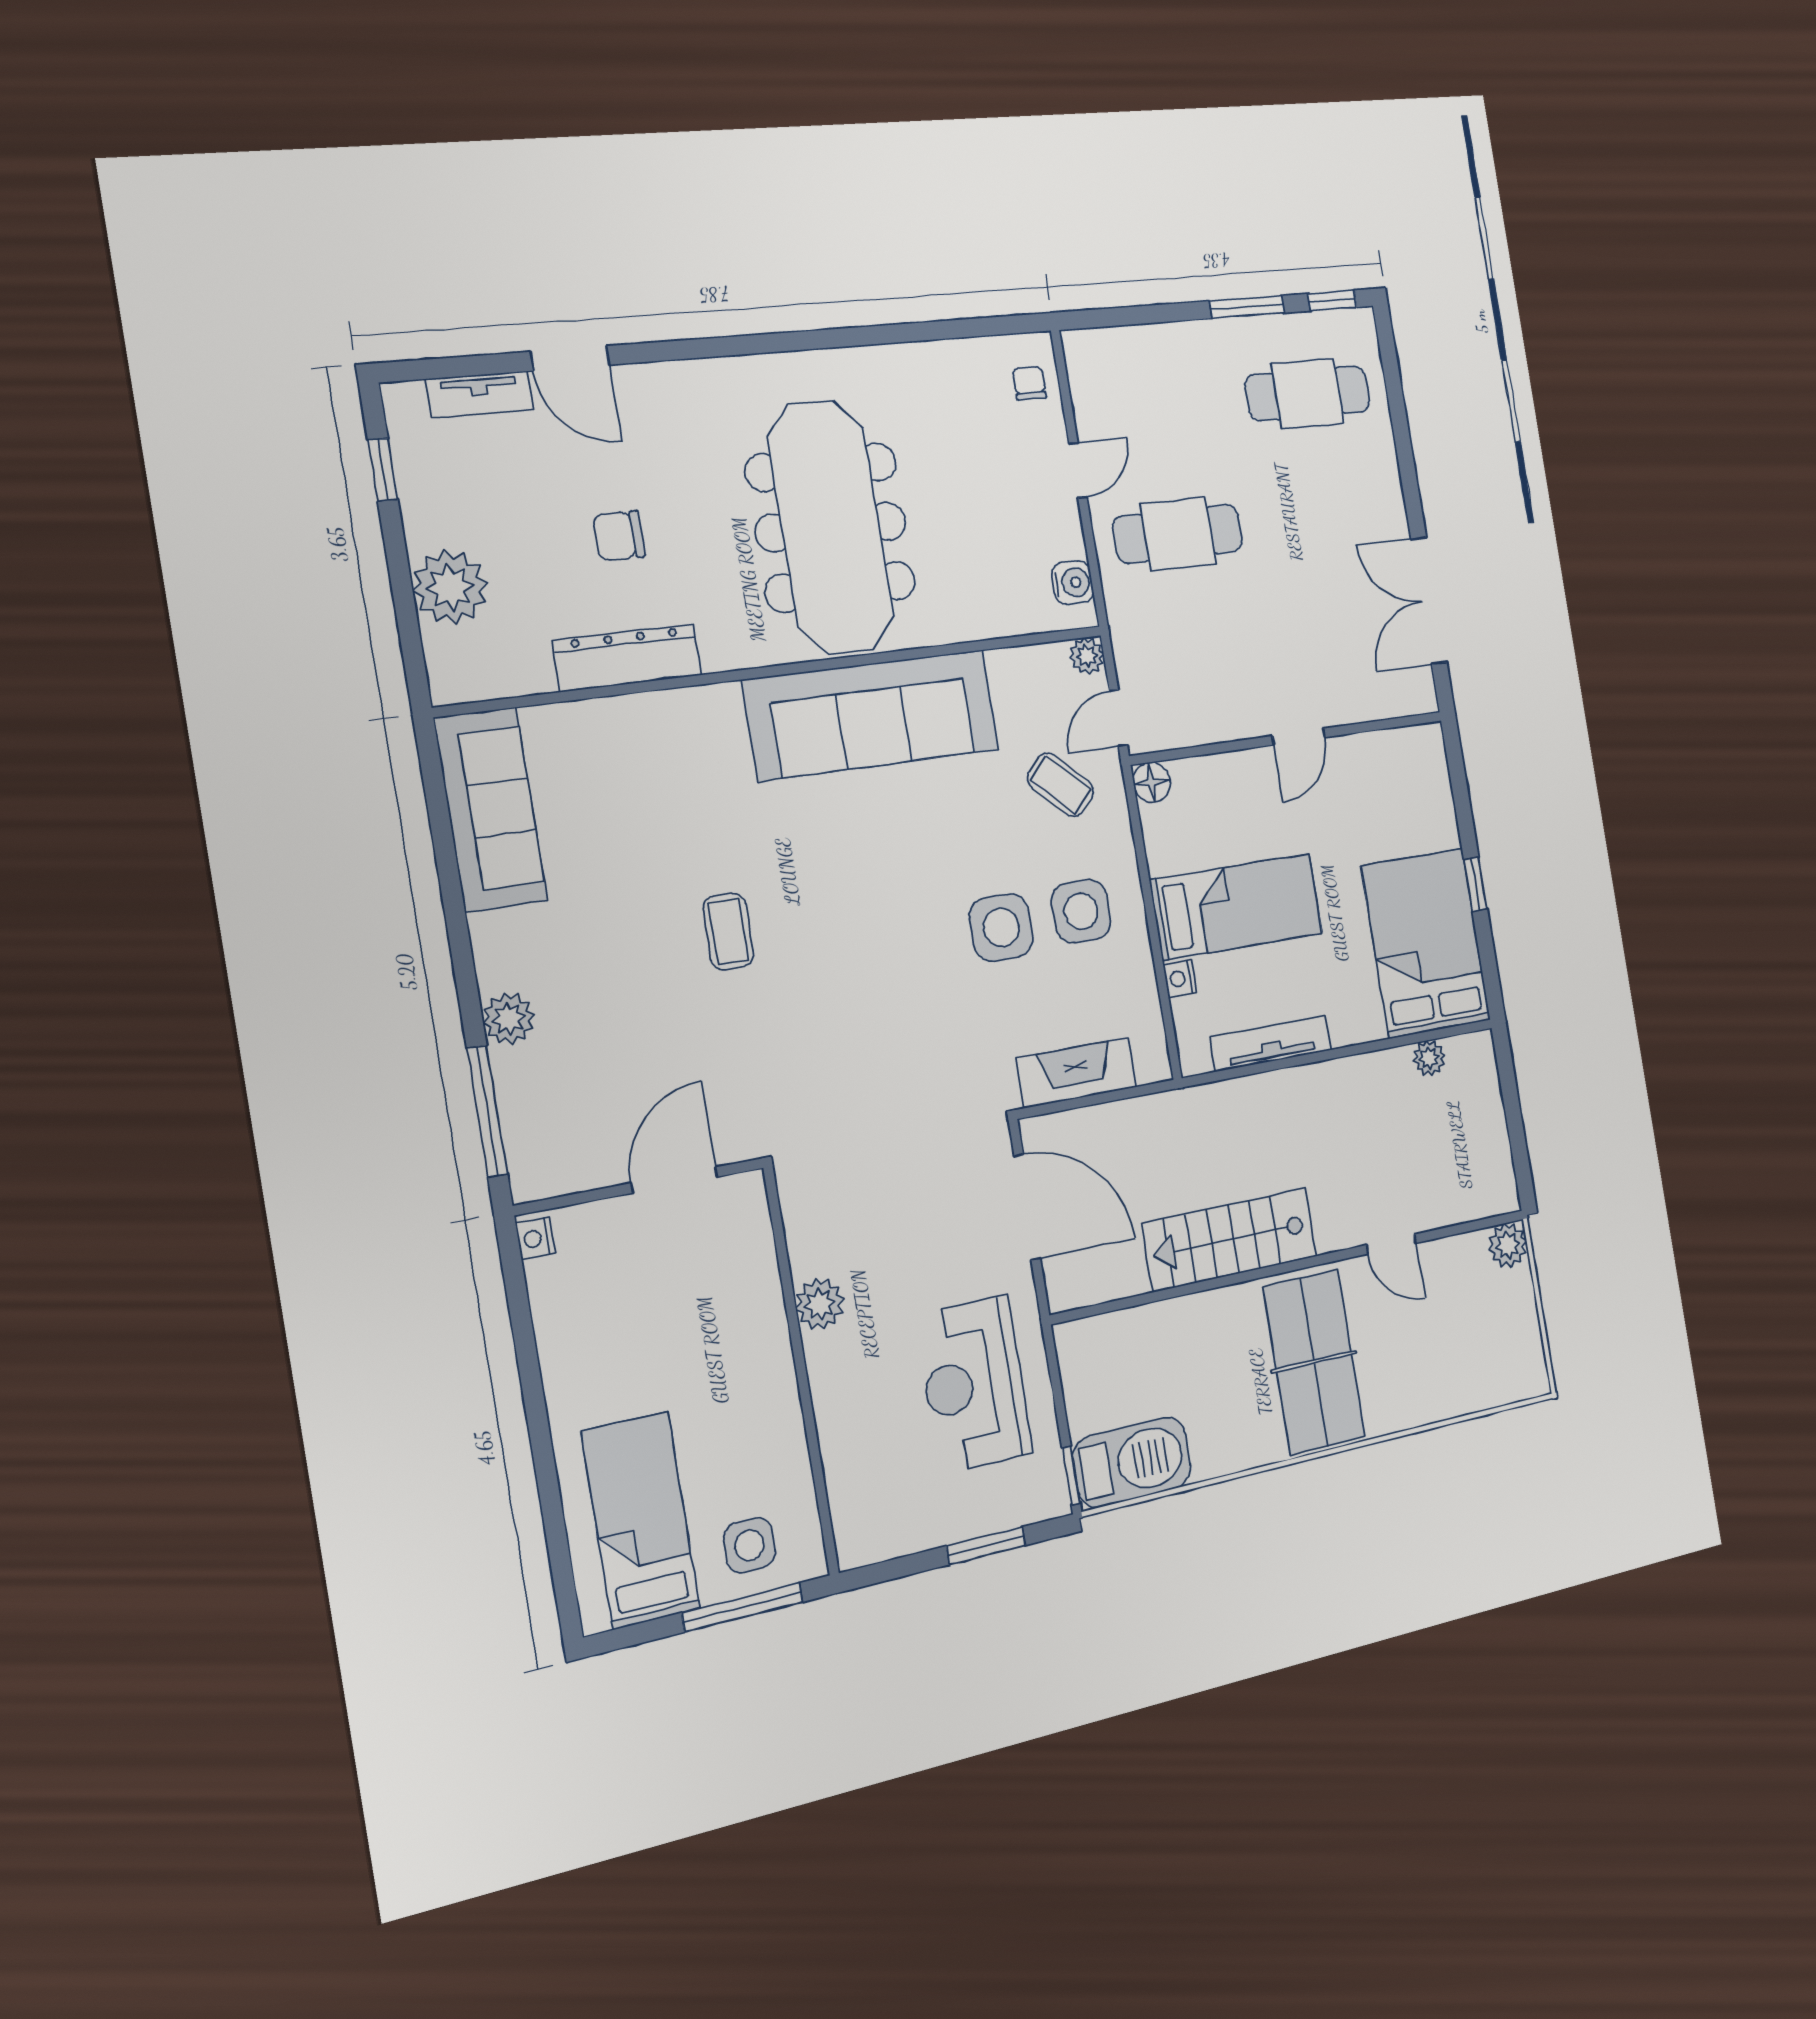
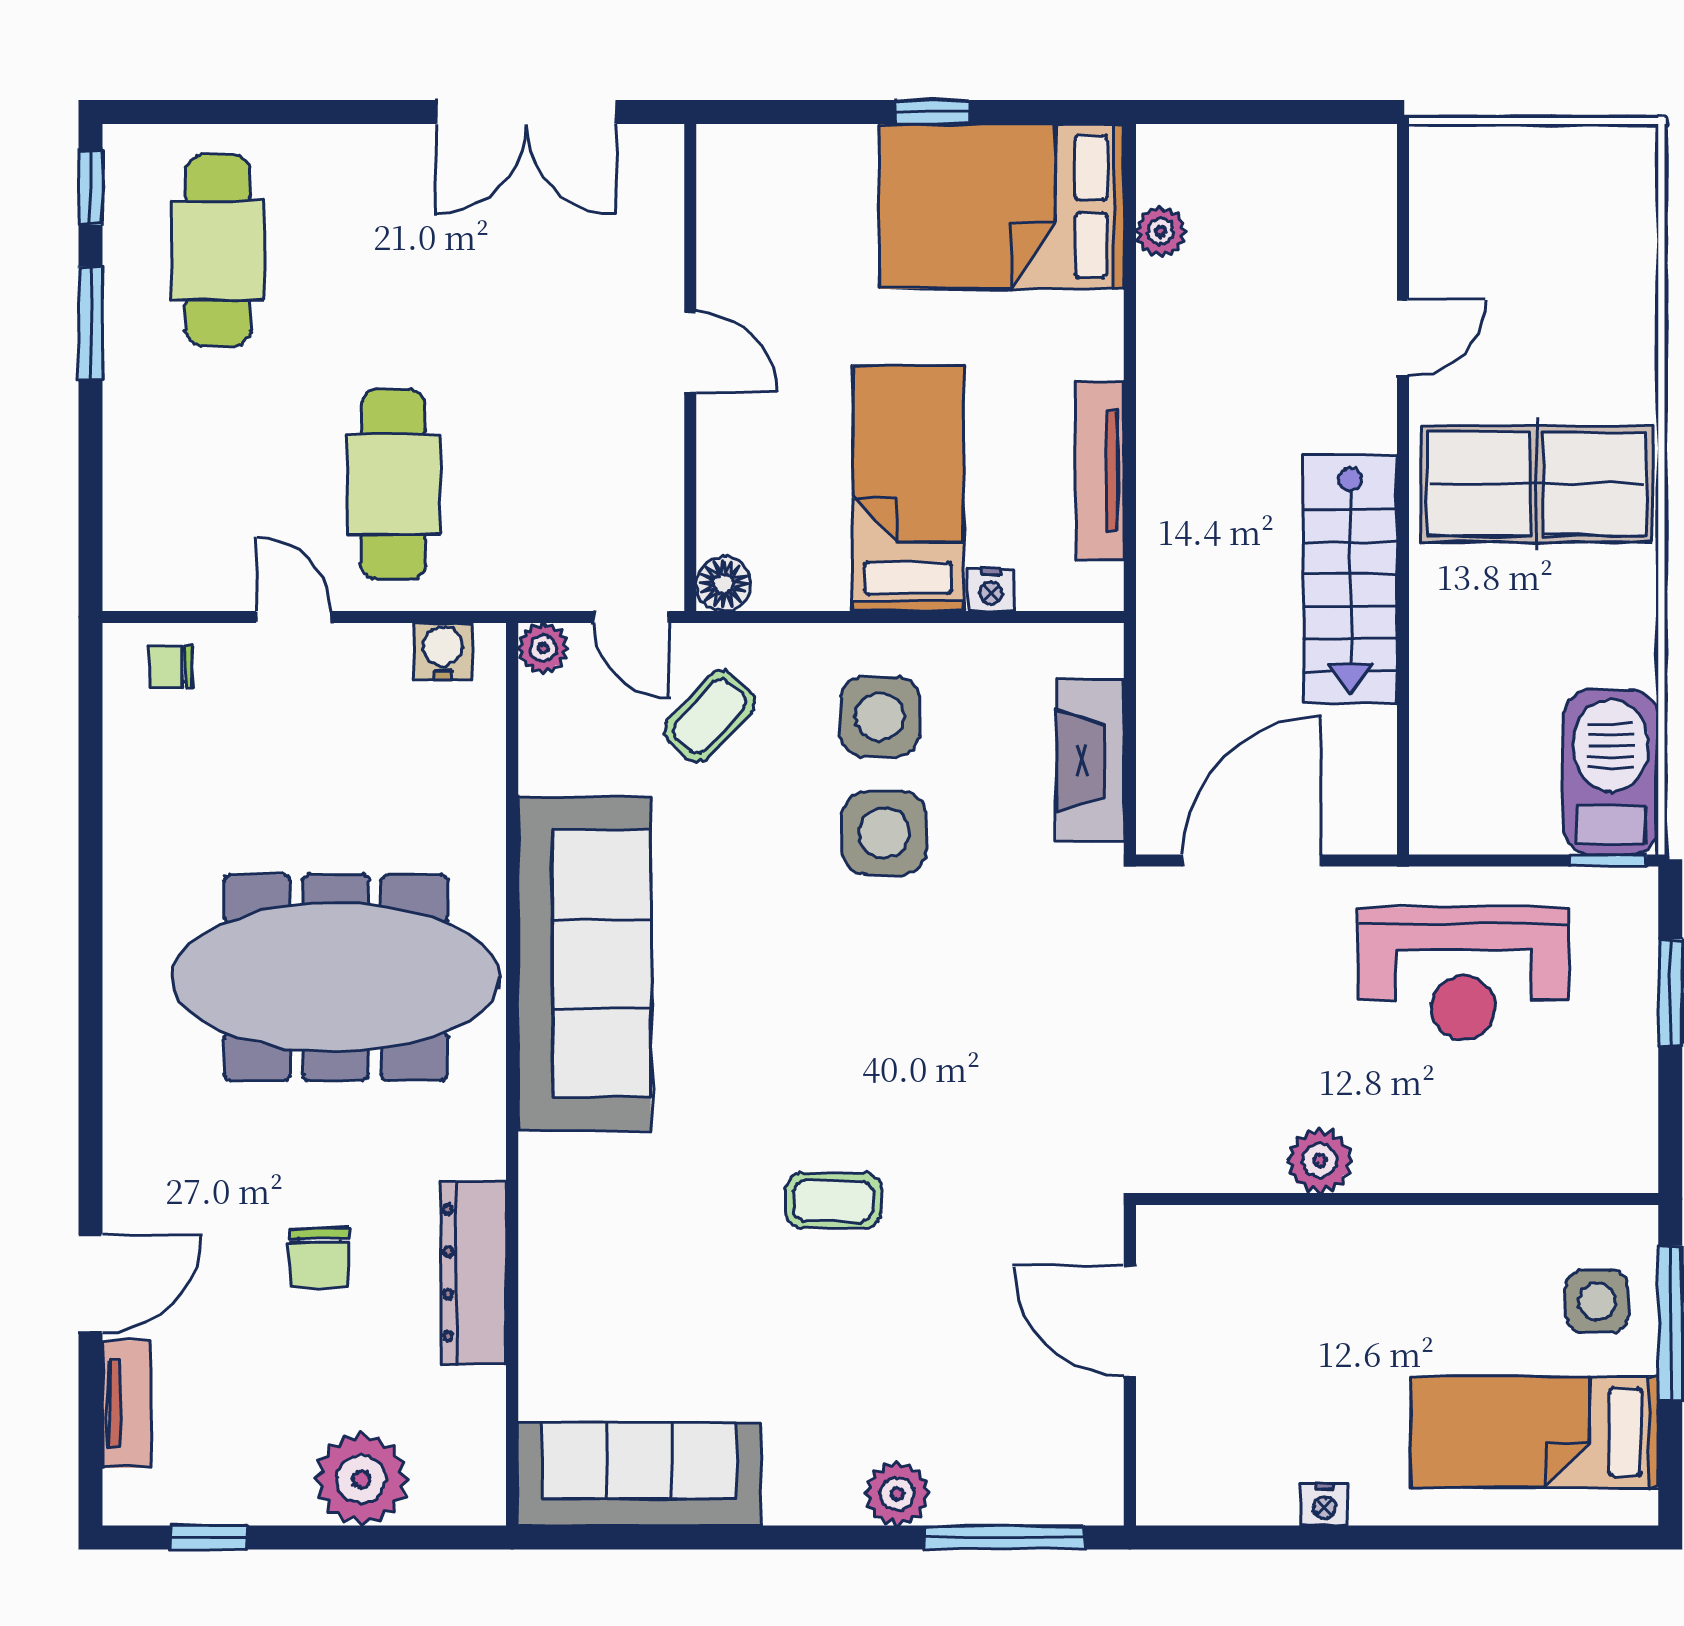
nightstand: (535, 1238) -> (1325, 1504), moved
plant: (1508, 1245) -> (1440, 155), removed

